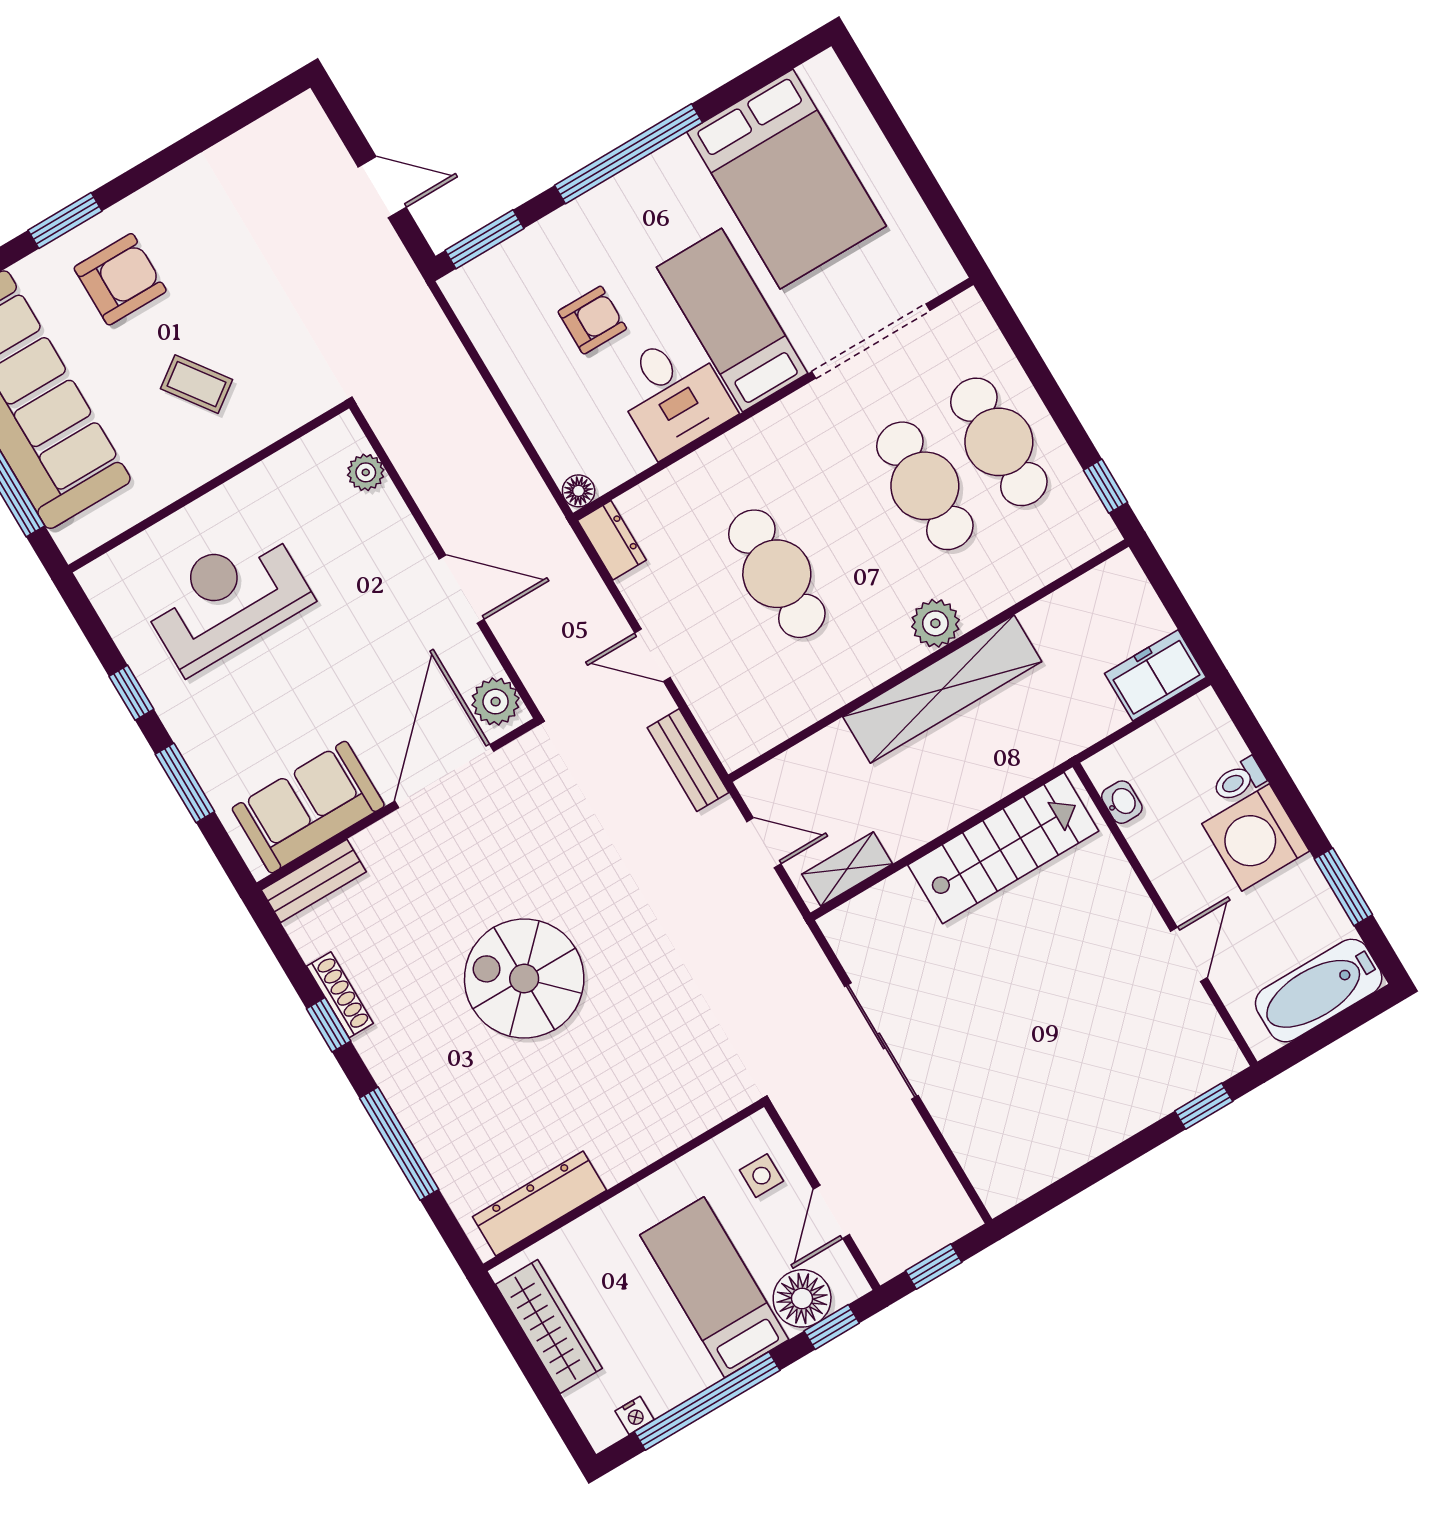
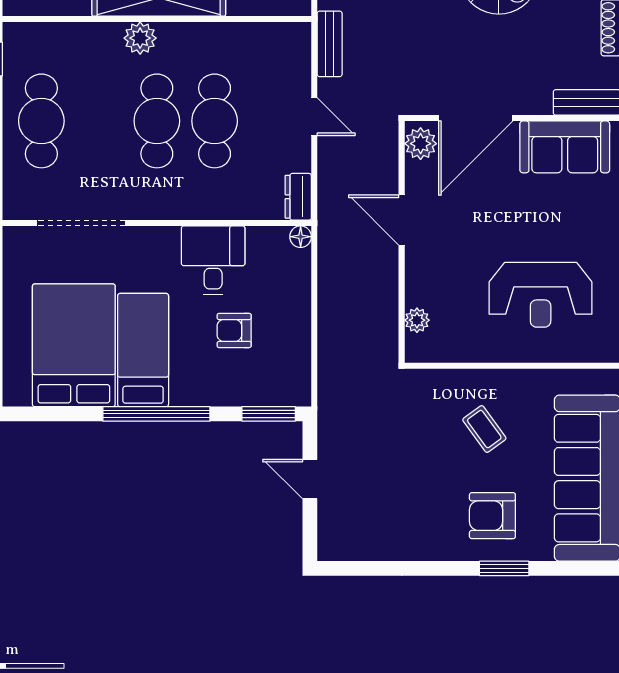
bed: (732, 320) -> (143, 350), moved, turned 180
cafe table: (925, 486) -> (157, 121), moved

